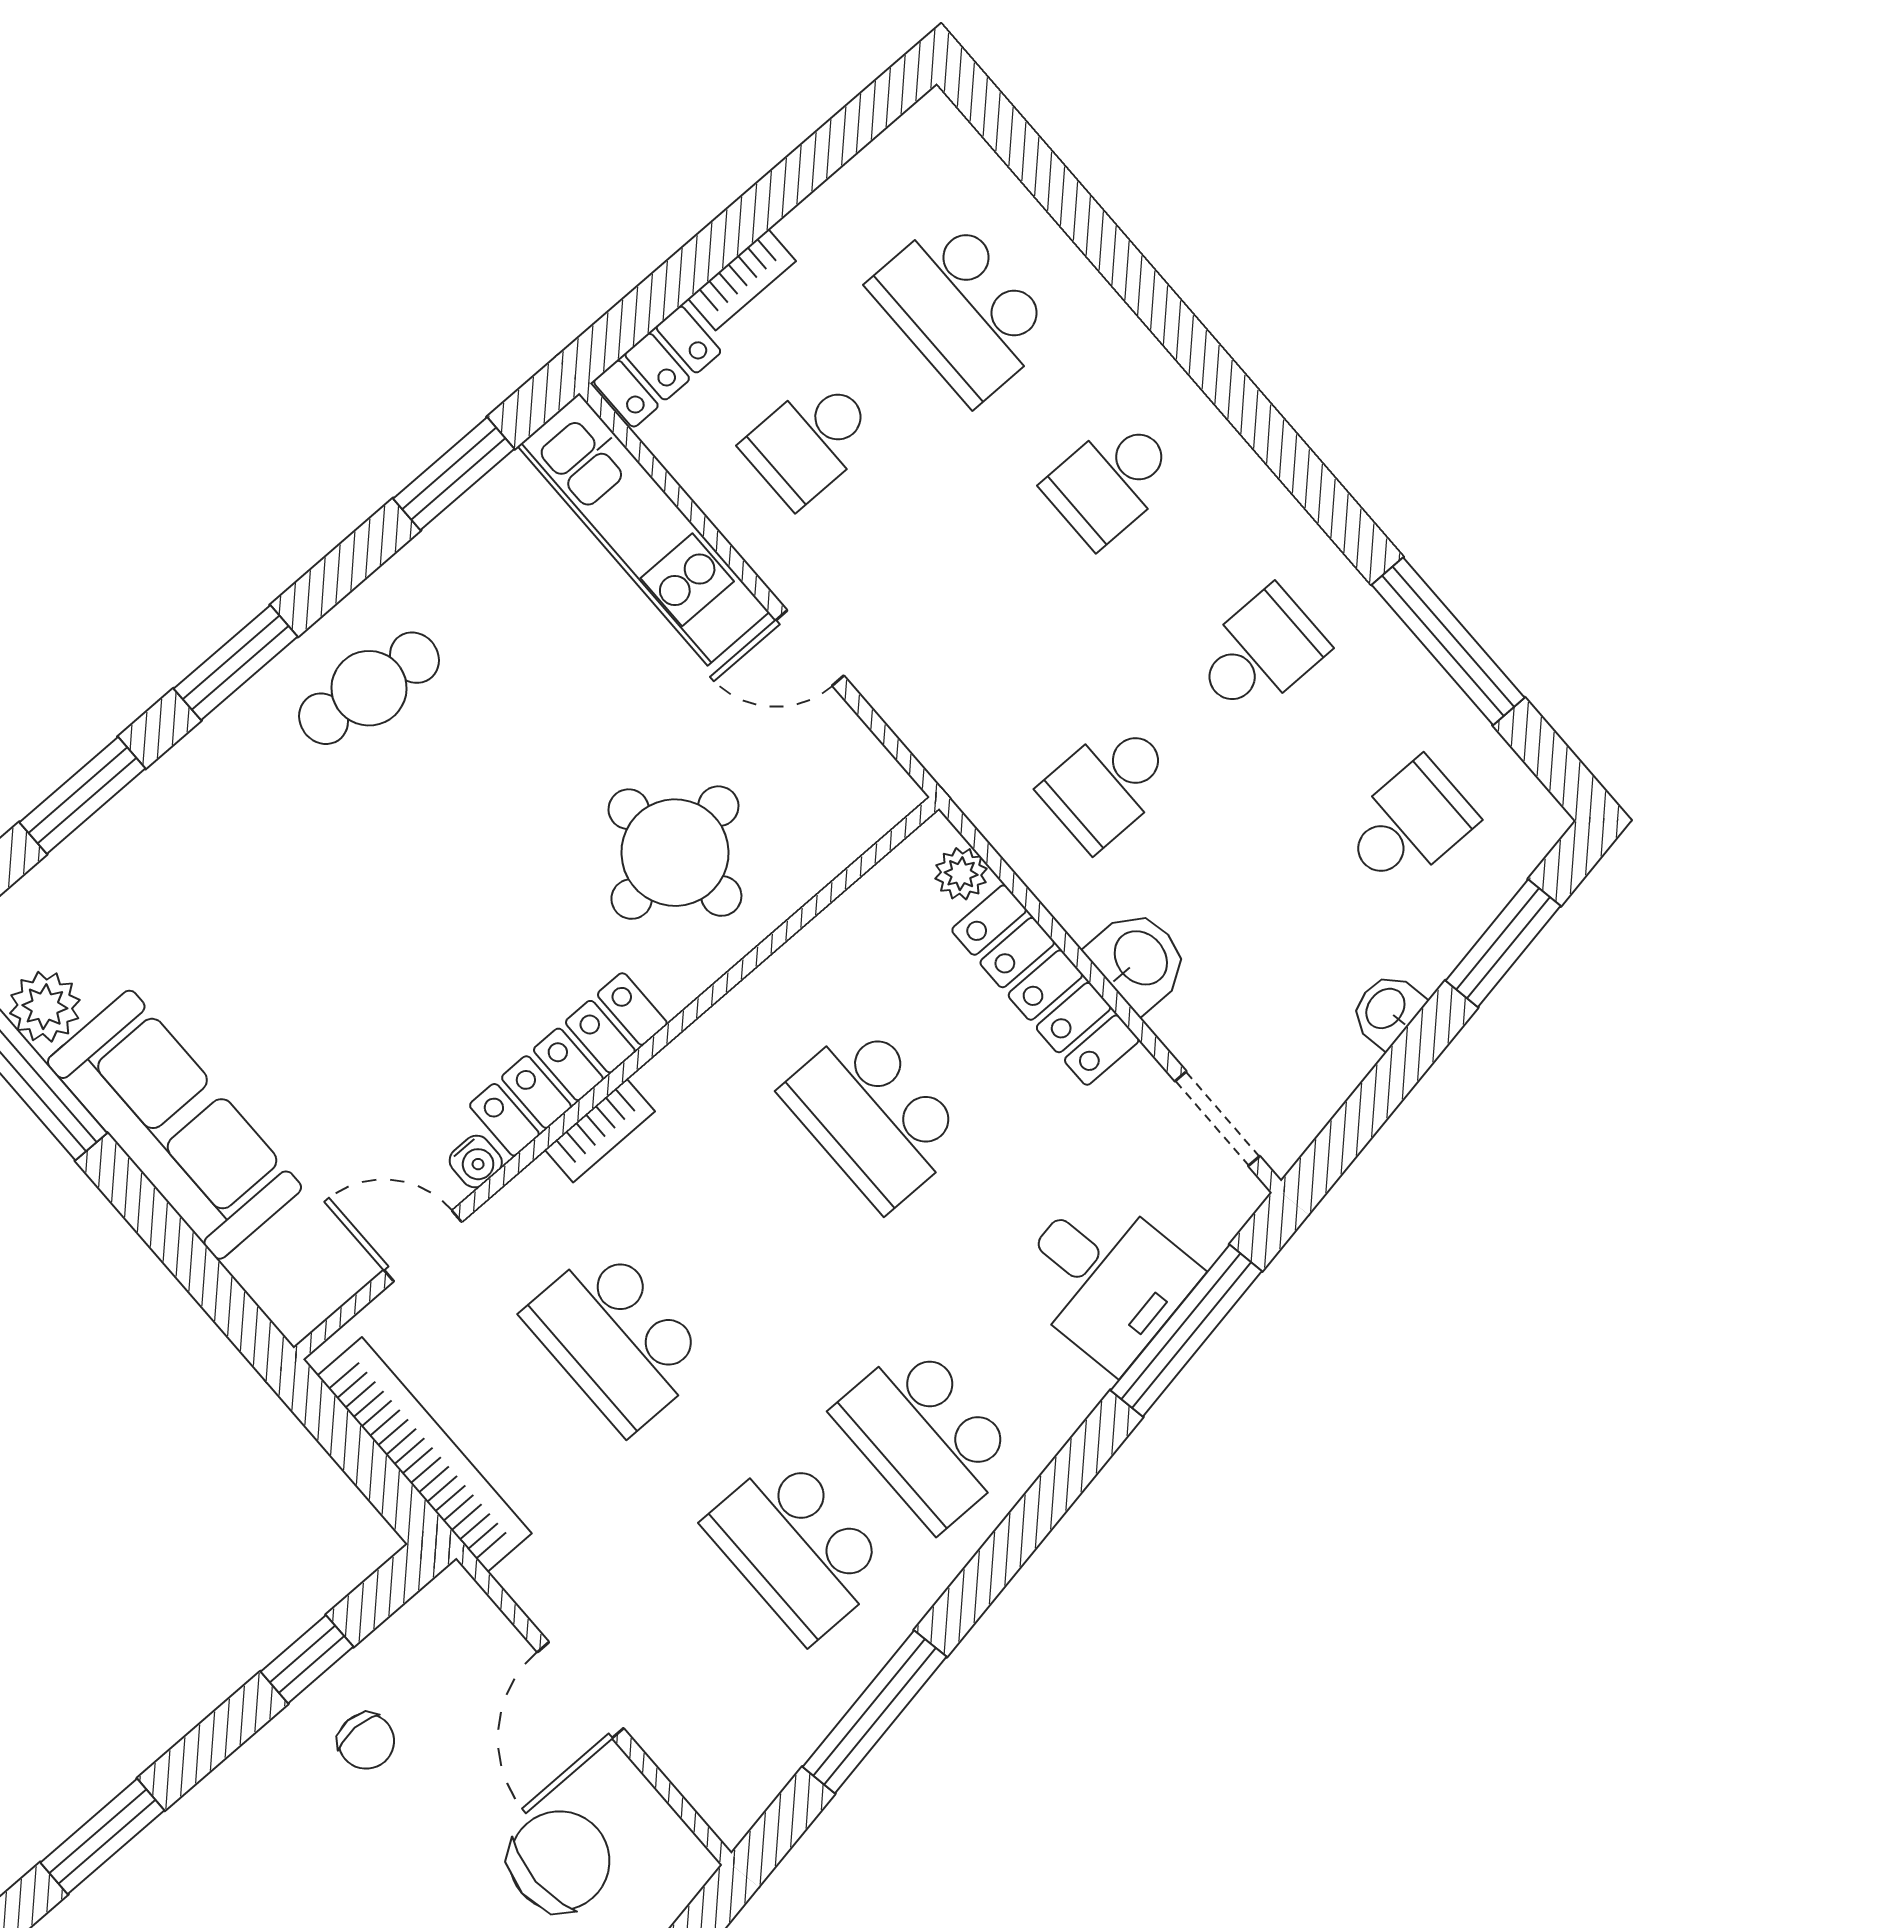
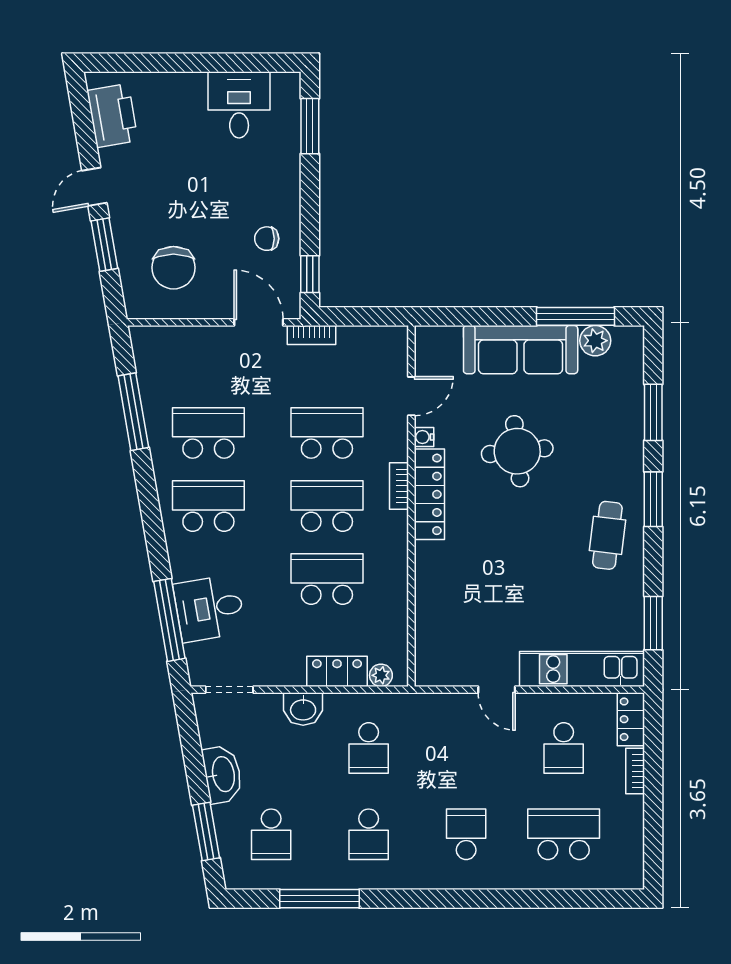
school desk: (810, 441) -> (564, 748), turned 180
door: (810, 648) -> (497, 690), swing flipped
school desk: (1108, 785) -> (369, 748), turned 180
round table: (675, 853) -> (517, 451), moved
locker: (1045, 985) -> (337, 671), width x0.66
washbasin: (1387, 1010) -> (222, 774), width x1.91, depth x1.45
school desk: (745, 1227) -> (327, 506), added
bookcase: (425, 1455) -> (312, 335), width x0.43, depth x0.76
window: (307, 1659) -> (310, 274), moved
door: (580, 1690) -> (259, 322), moved

